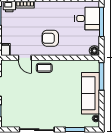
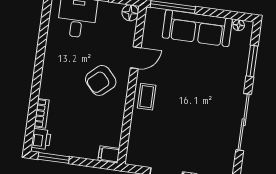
armchair: (50, 38) -> (101, 80), turned 48
door: (25, 58) -> (136, 58), moved

